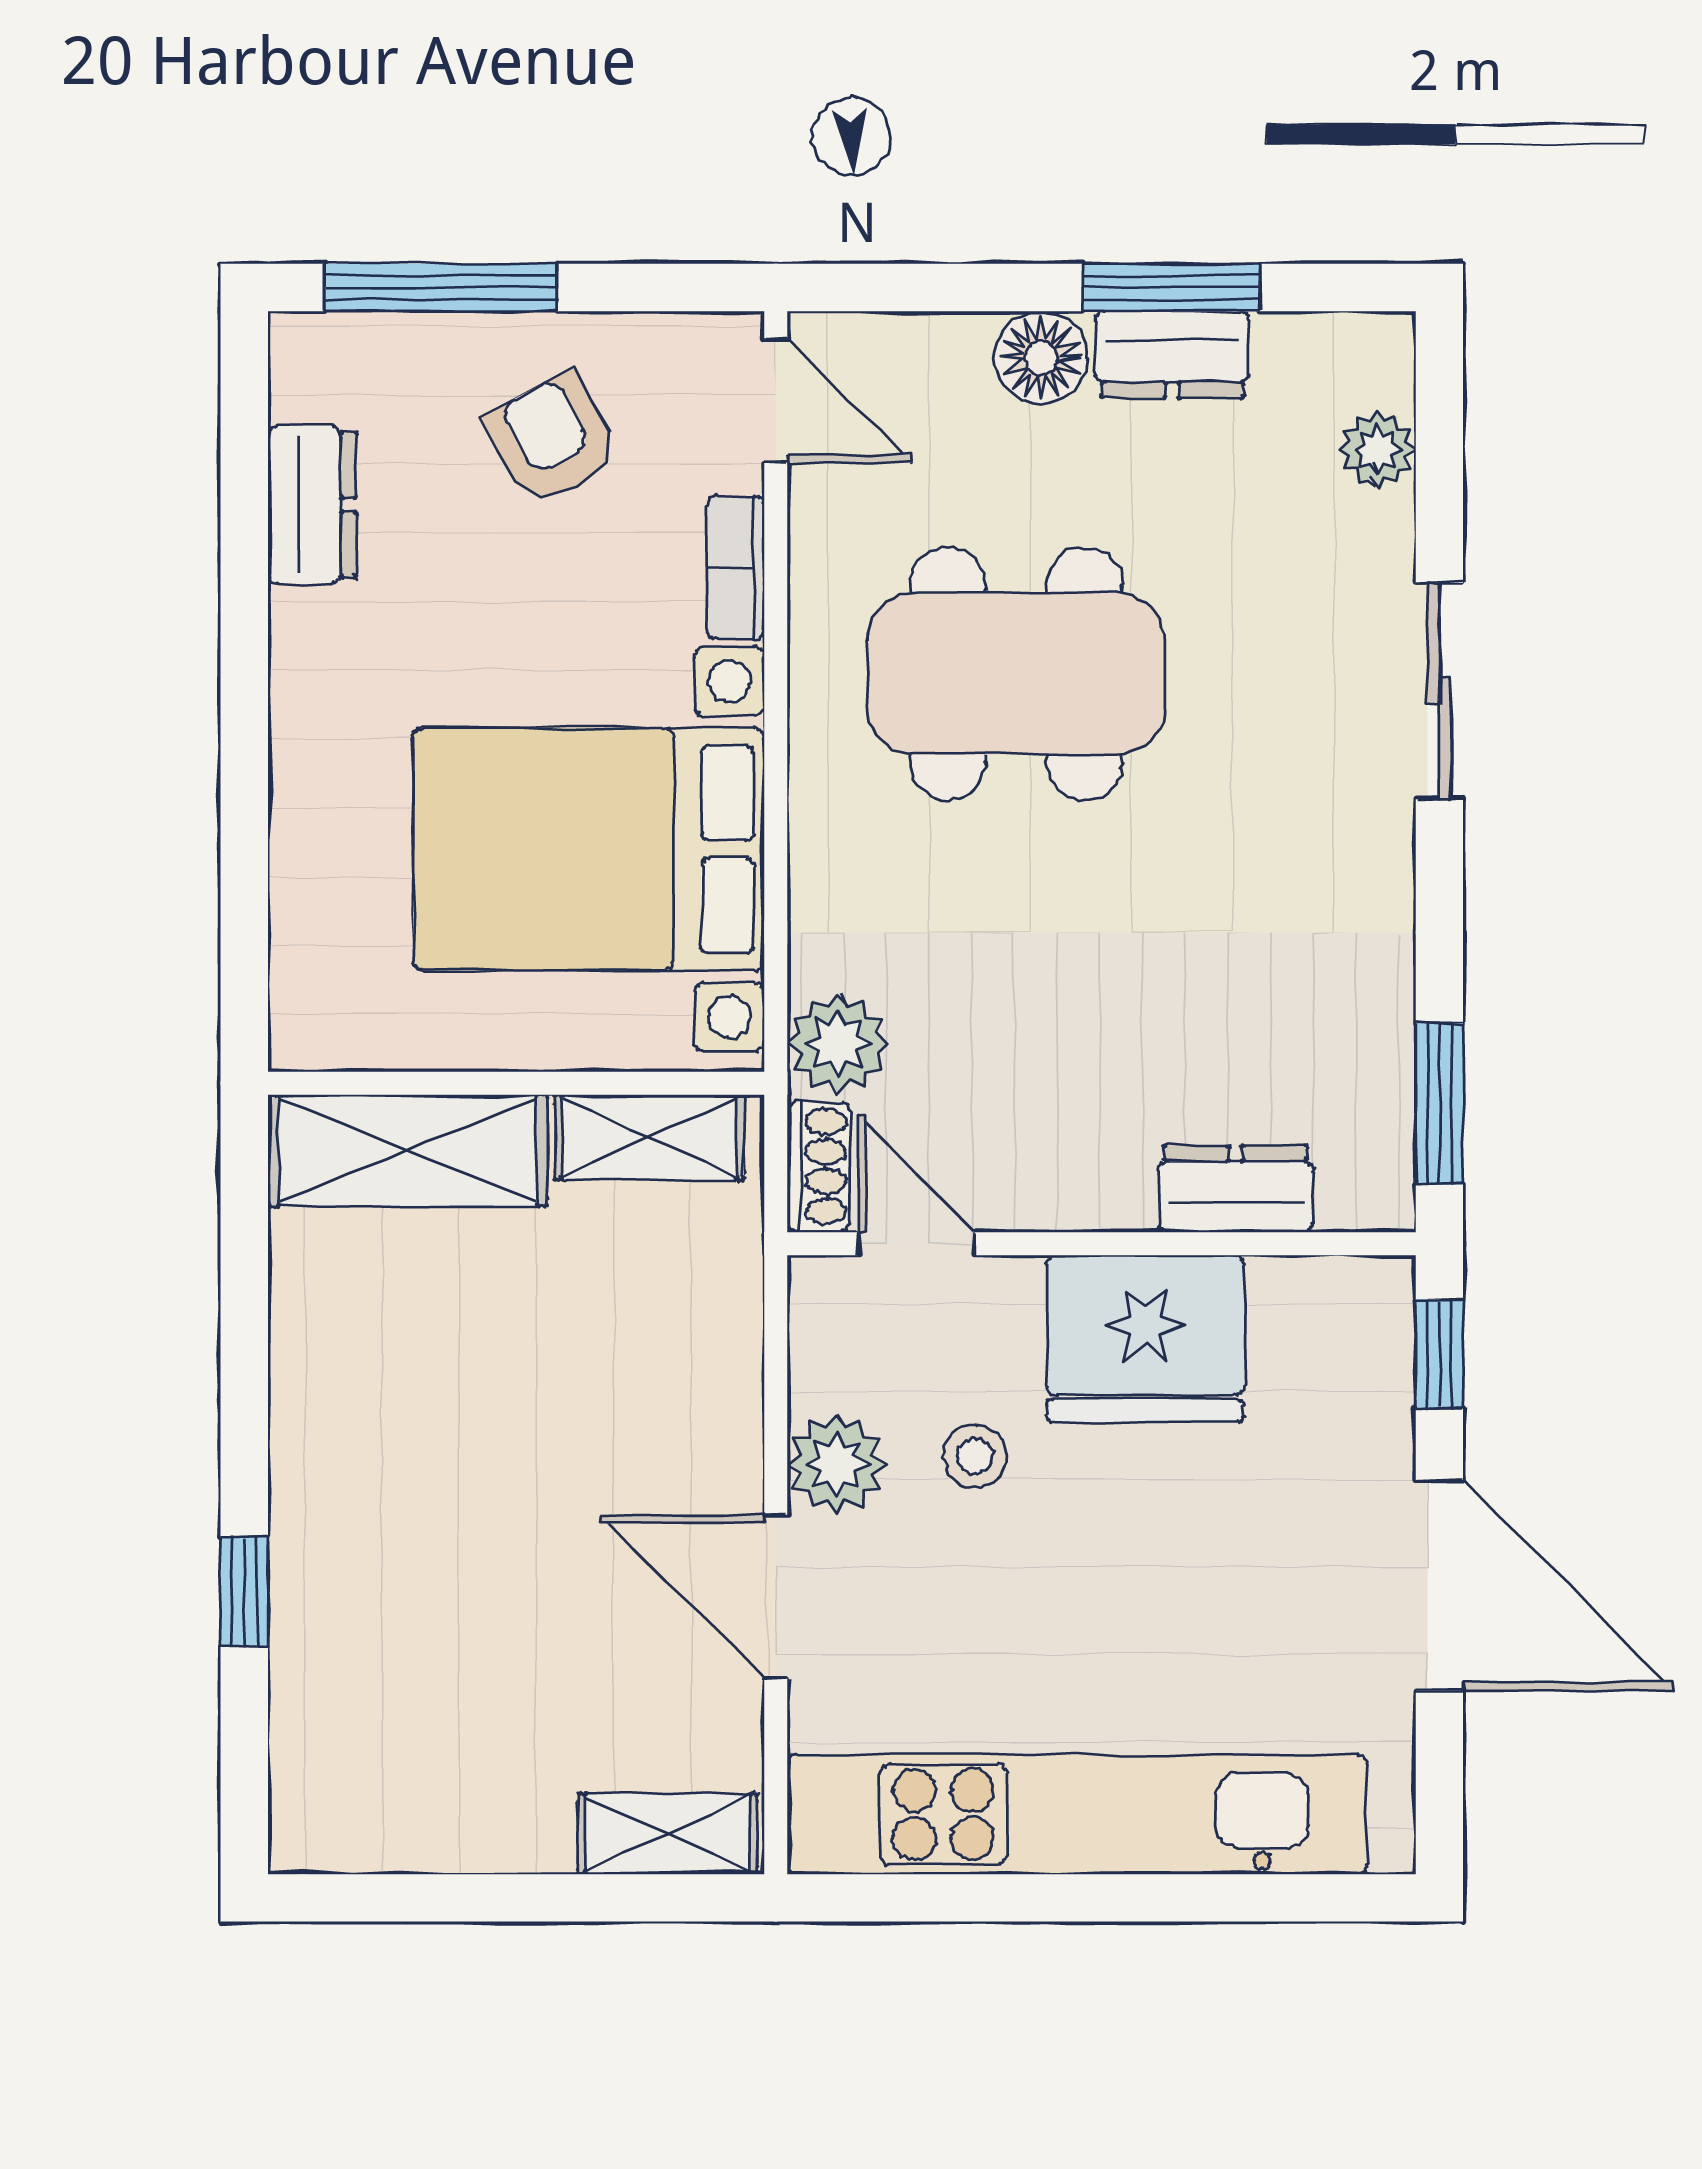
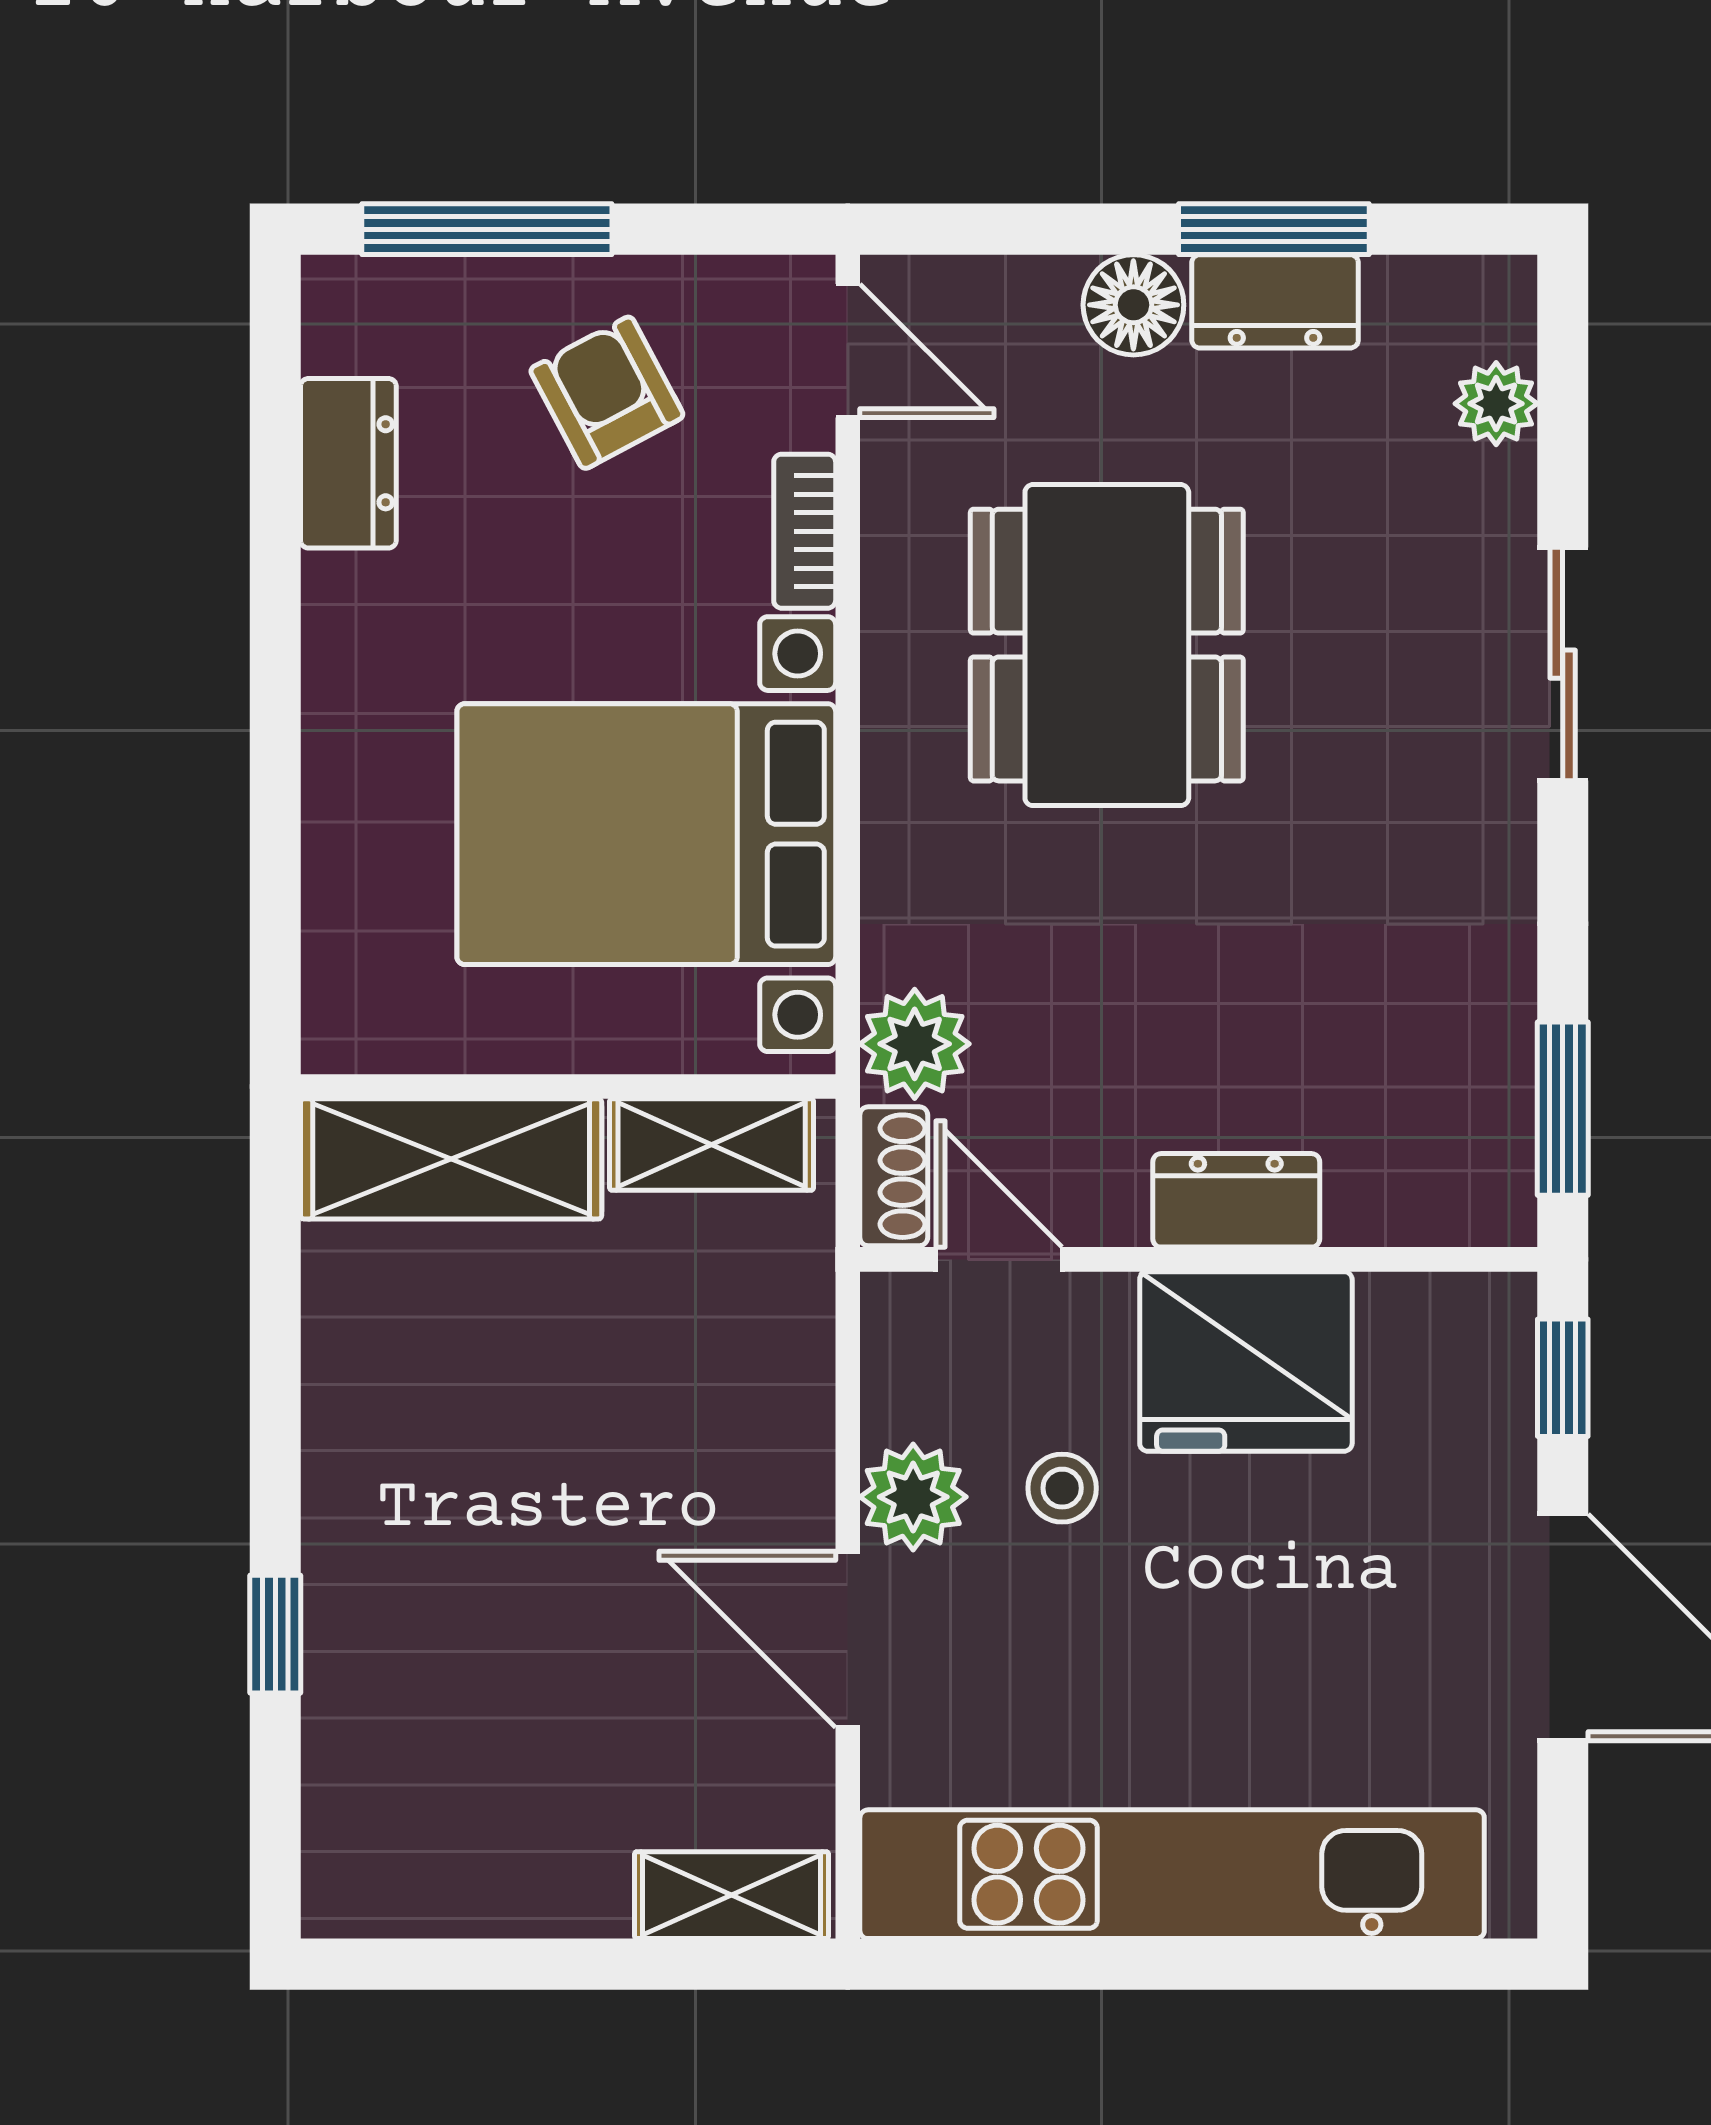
dining table: (1016, 674) -> (1107, 645), turned 90
dresser: (1236, 1189) -> (1236, 1200), moved

